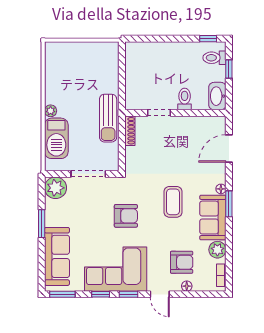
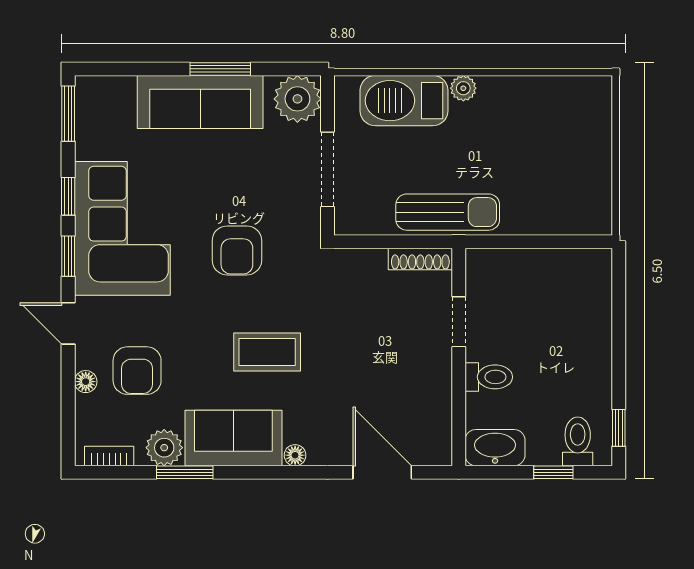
sun lounger: (108, 118) -> (448, 212), turned 180
window: (229, 204) -> (185, 472), moved
sofa: (57, 256) -> (200, 102), moved
door: (160, 294) -> (68, 323), hinge flipped

